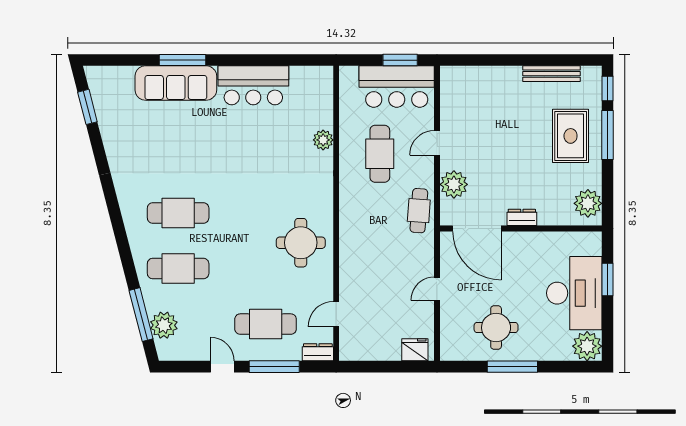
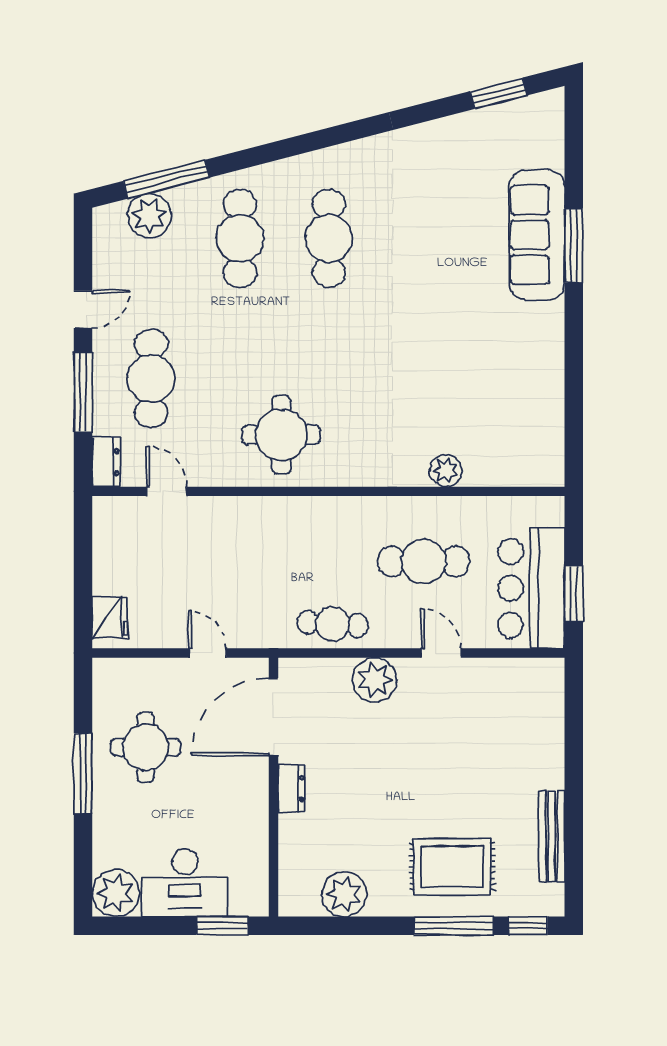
bar counter: (253, 85) -> (533, 359), removed
dresser: (522, 217) -> (291, 789), moved
door: (477, 229) -> (273, 717), moved
wall: (521, 229) -> (273, 787), moved
desk: (574, 293) -> (185, 883), width x0.73, depth x0.77

